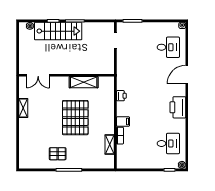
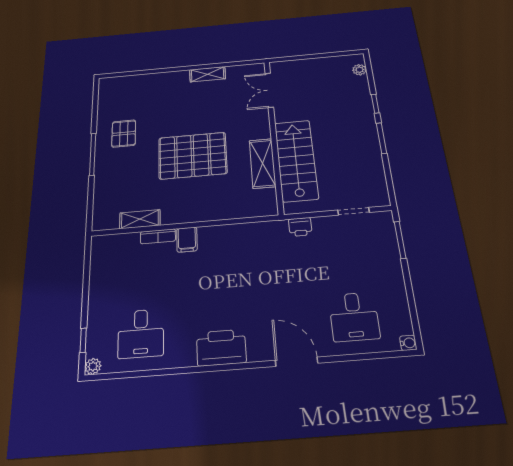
stairs: (58, 31) -> (296, 160), moved, turned 180
printer: (121, 96) -> (300, 227), moved

